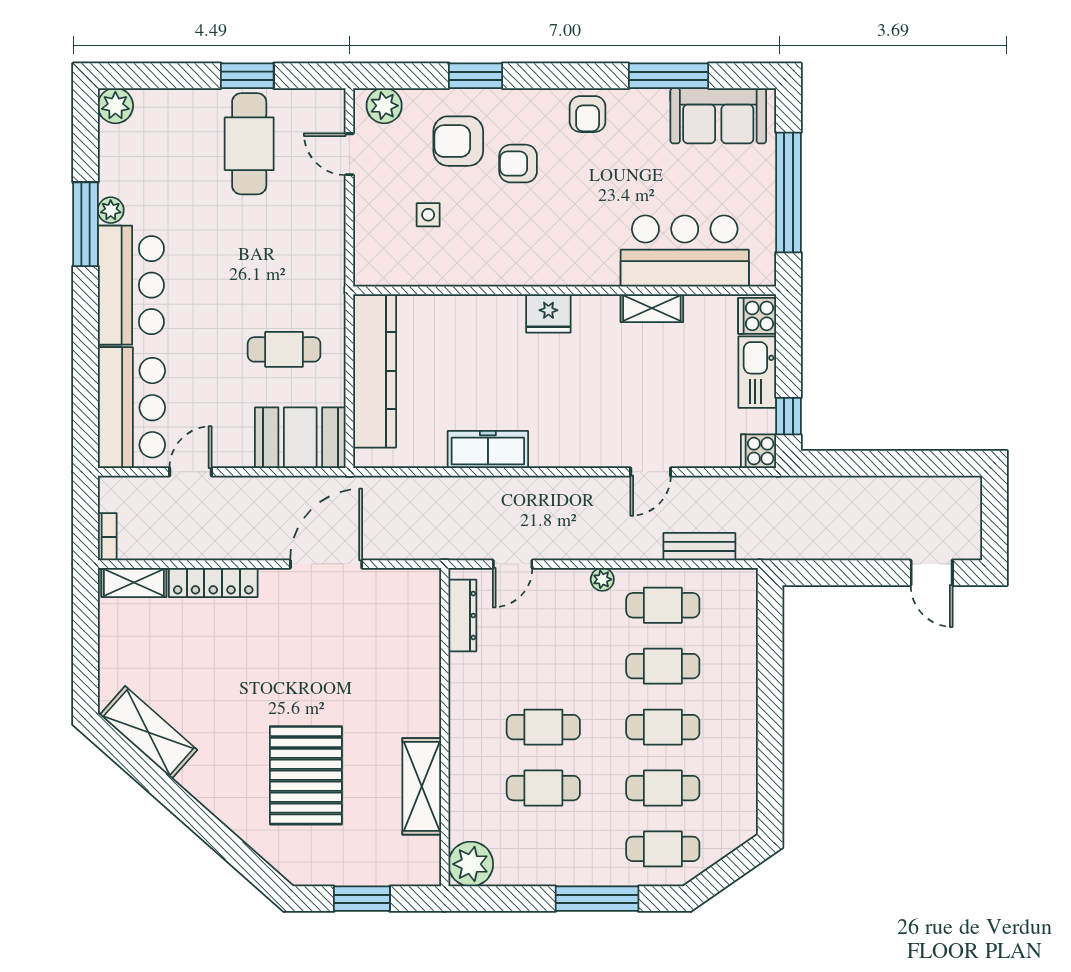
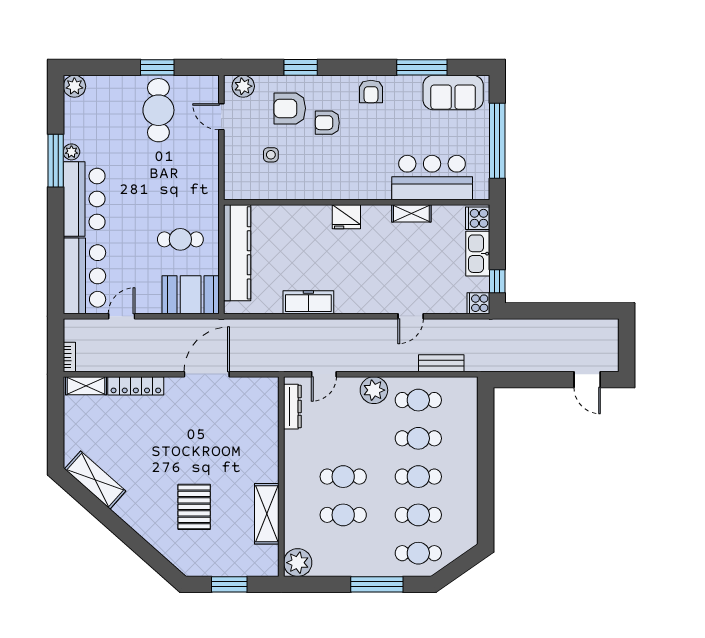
plant: (602, 579) -> (374, 390), width x1.88, depth x1.88
pallet: (306, 775) -> (194, 507), width x0.73, depth x0.71

